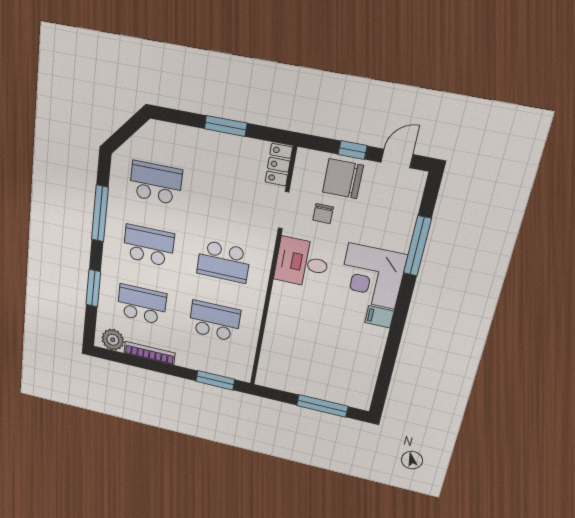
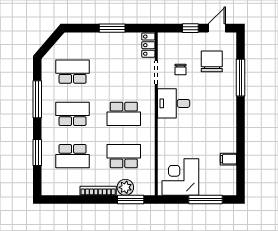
chair: (343, 179) -> (212, 61), moved, turned 90
corner desk: (372, 276) -> (180, 177), moved, turned 90
school desk: (142, 304) -> (73, 156), turned 180
filing cabinet: (379, 317) -> (228, 159), moved
plant: (113, 340) -> (125, 187), moved
bookcase: (150, 353) -> (98, 191), moved

